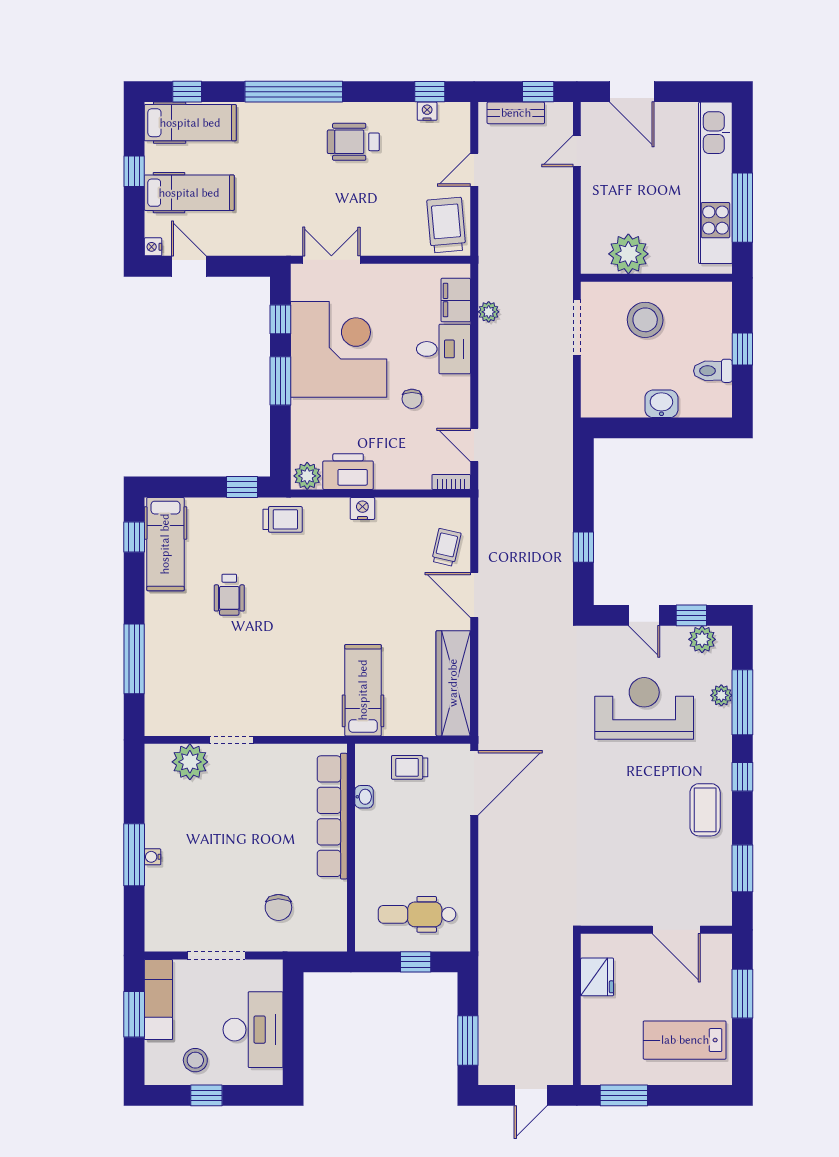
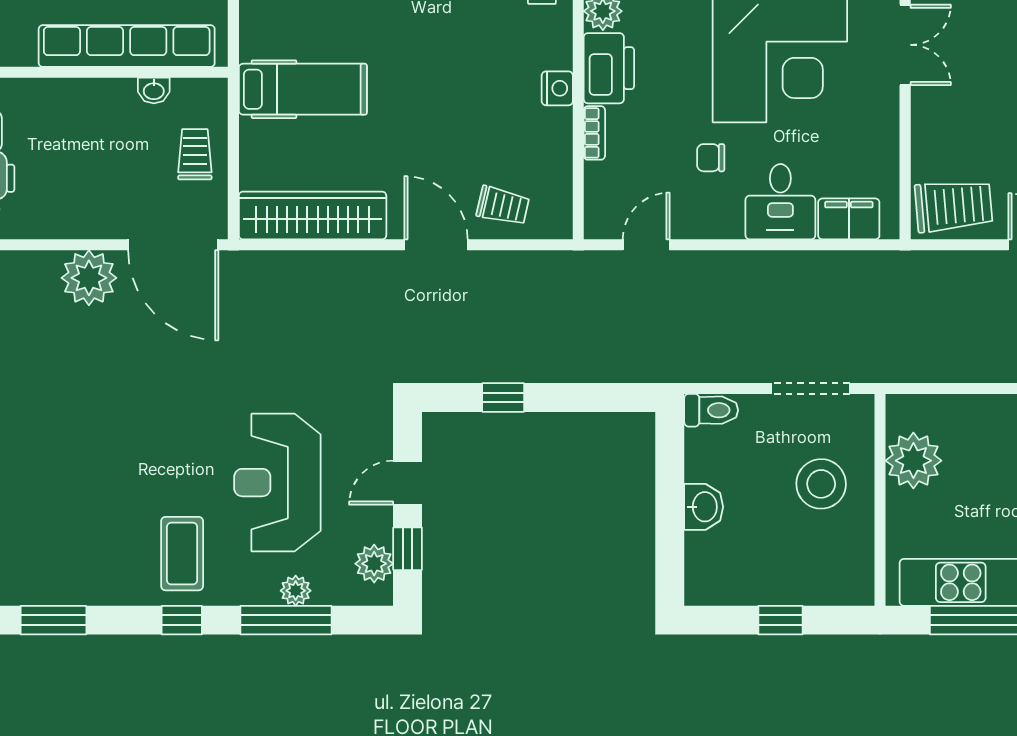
plant: (489, 312) -> (89, 278), moved, width x1.88, depth x1.88
toilet: (713, 371) -> (711, 410), moved, turned 90
bookcase: (451, 482) -> (594, 133), moved
door: (474, 595) -> (436, 245), hinge flipped
reception desk: (644, 708) -> (277, 483), turned 180
coffee table: (705, 810) -> (182, 554), moved, turned 90

